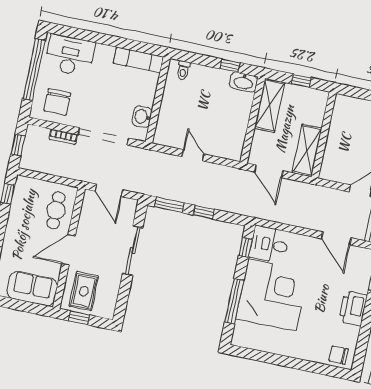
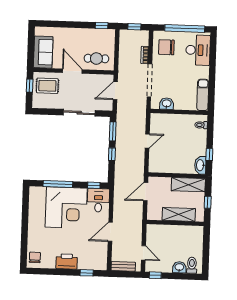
shelving: (307, 150) -> (179, 214), moved
door: (336, 238) -> (110, 232), moved

